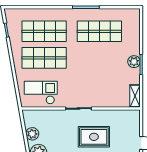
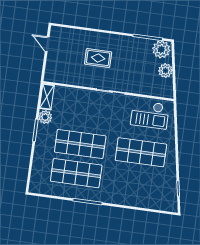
shop shelf: (44, 31) -> (80, 144), moved
plant: (134, 62) -> (45, 117), moved
rug: (94, 137) -> (98, 58), width x0.73, depth x0.70

